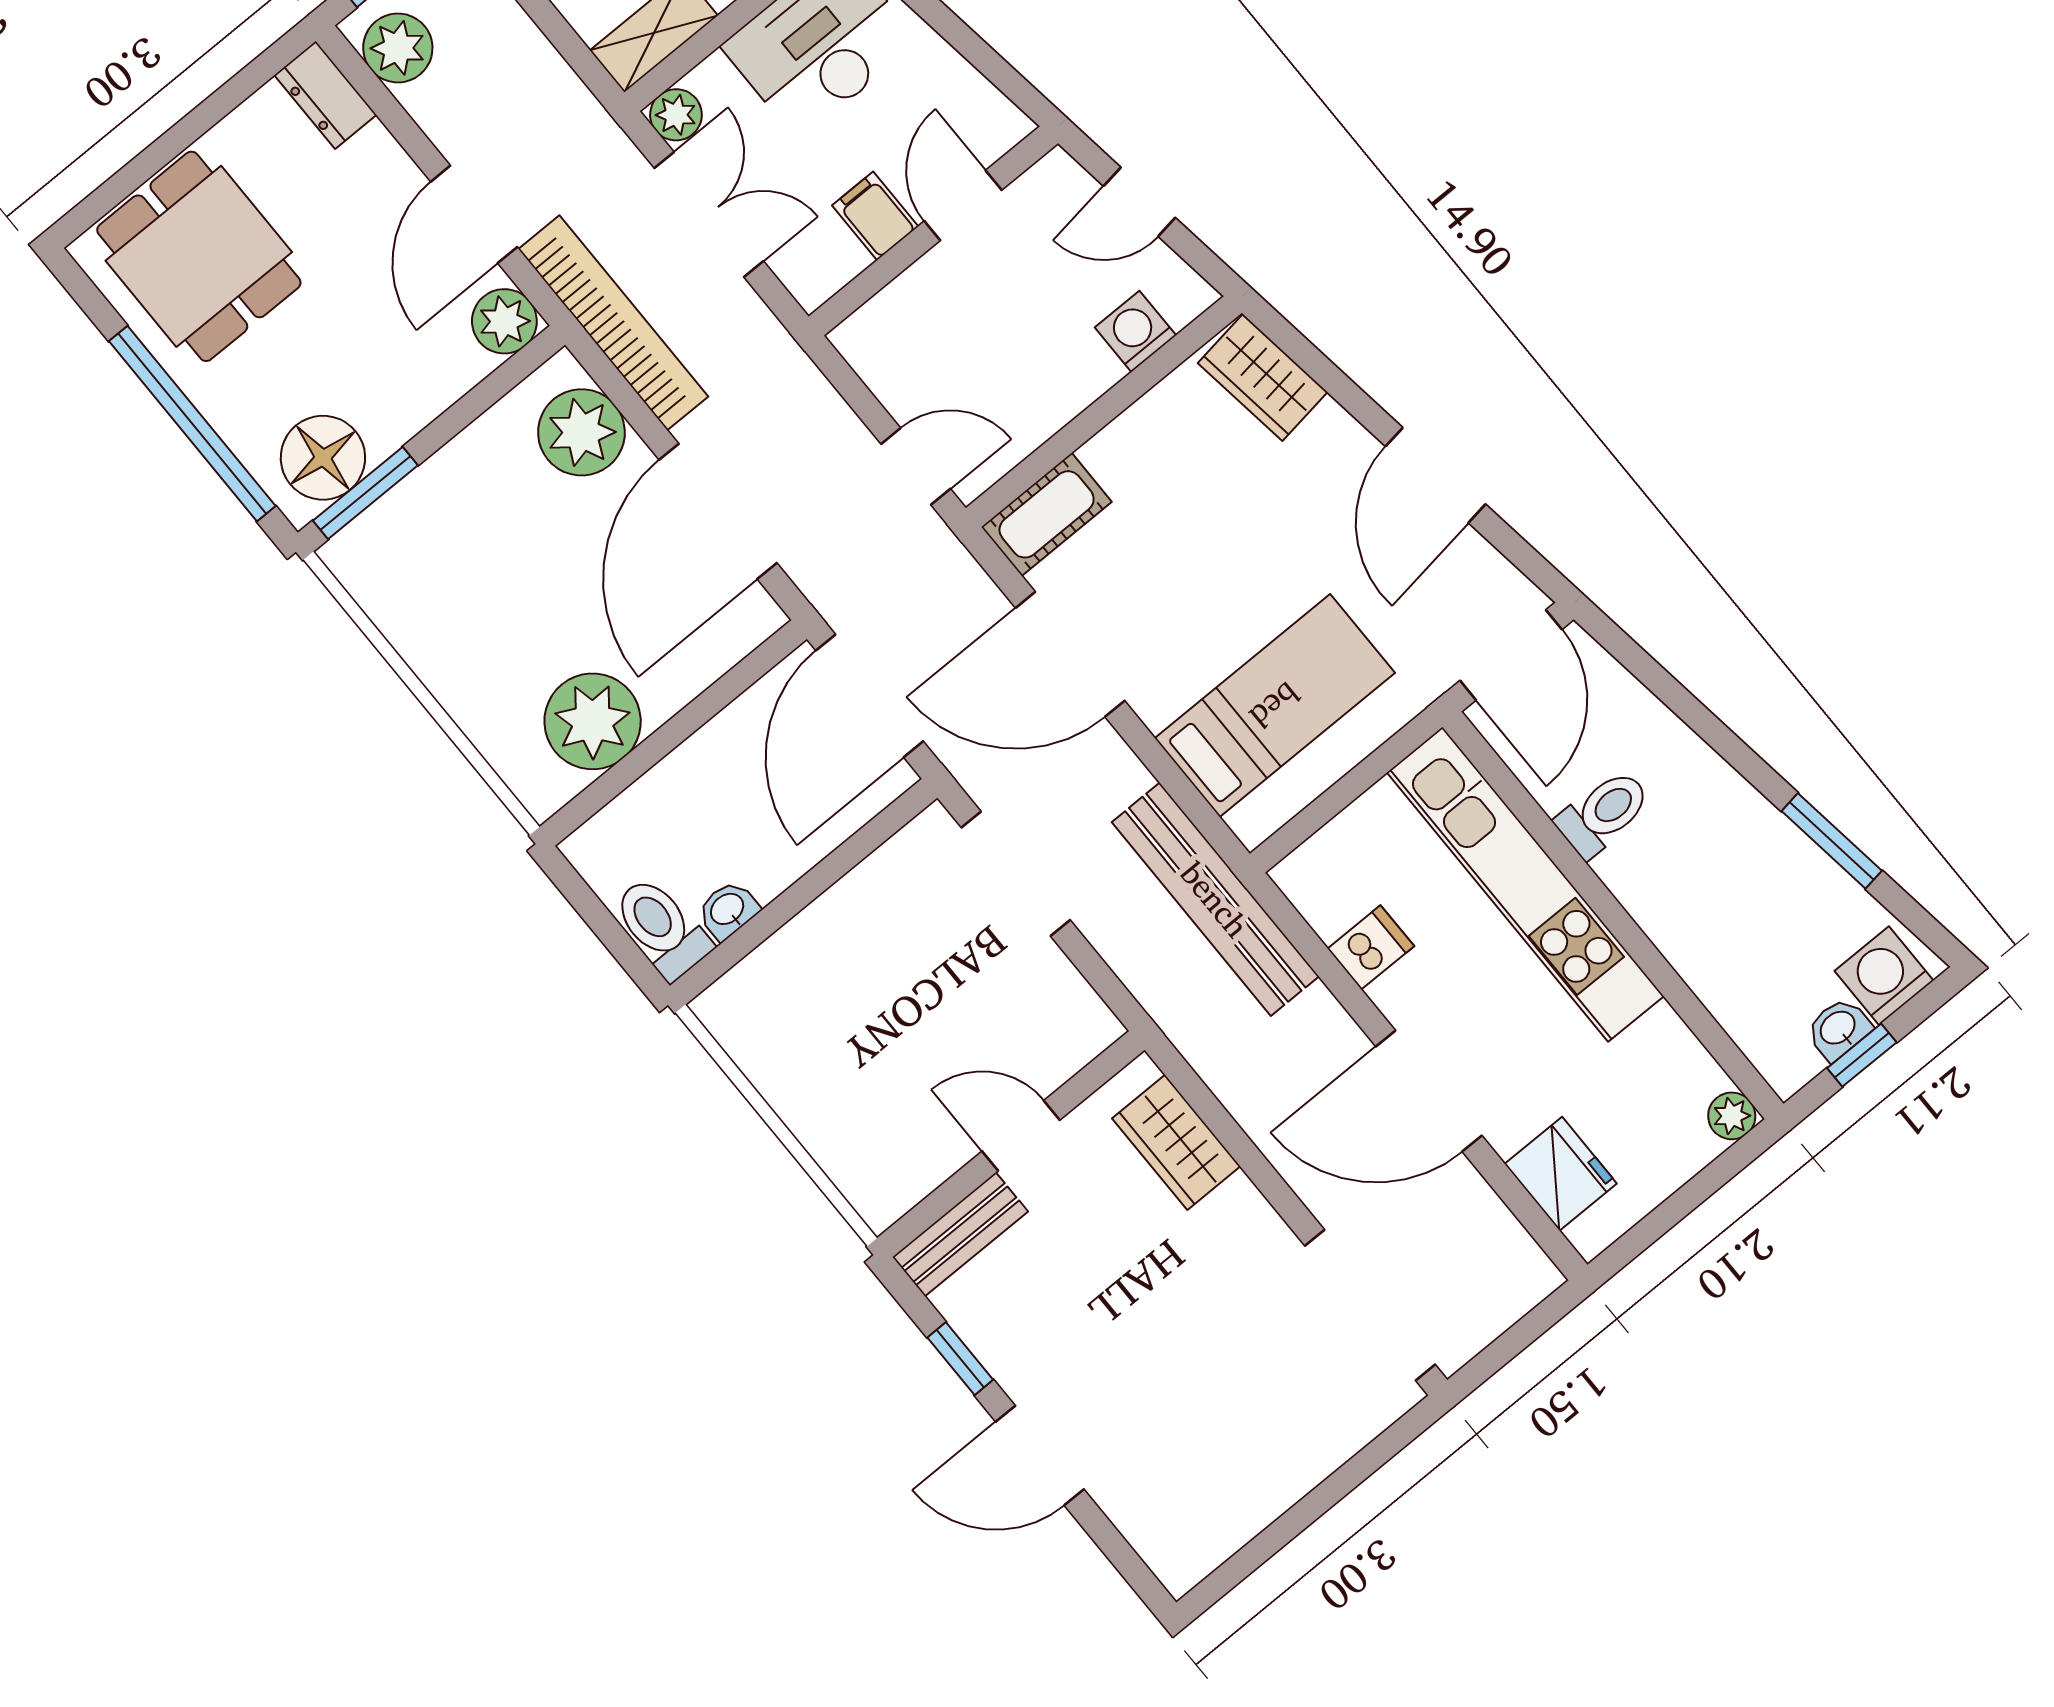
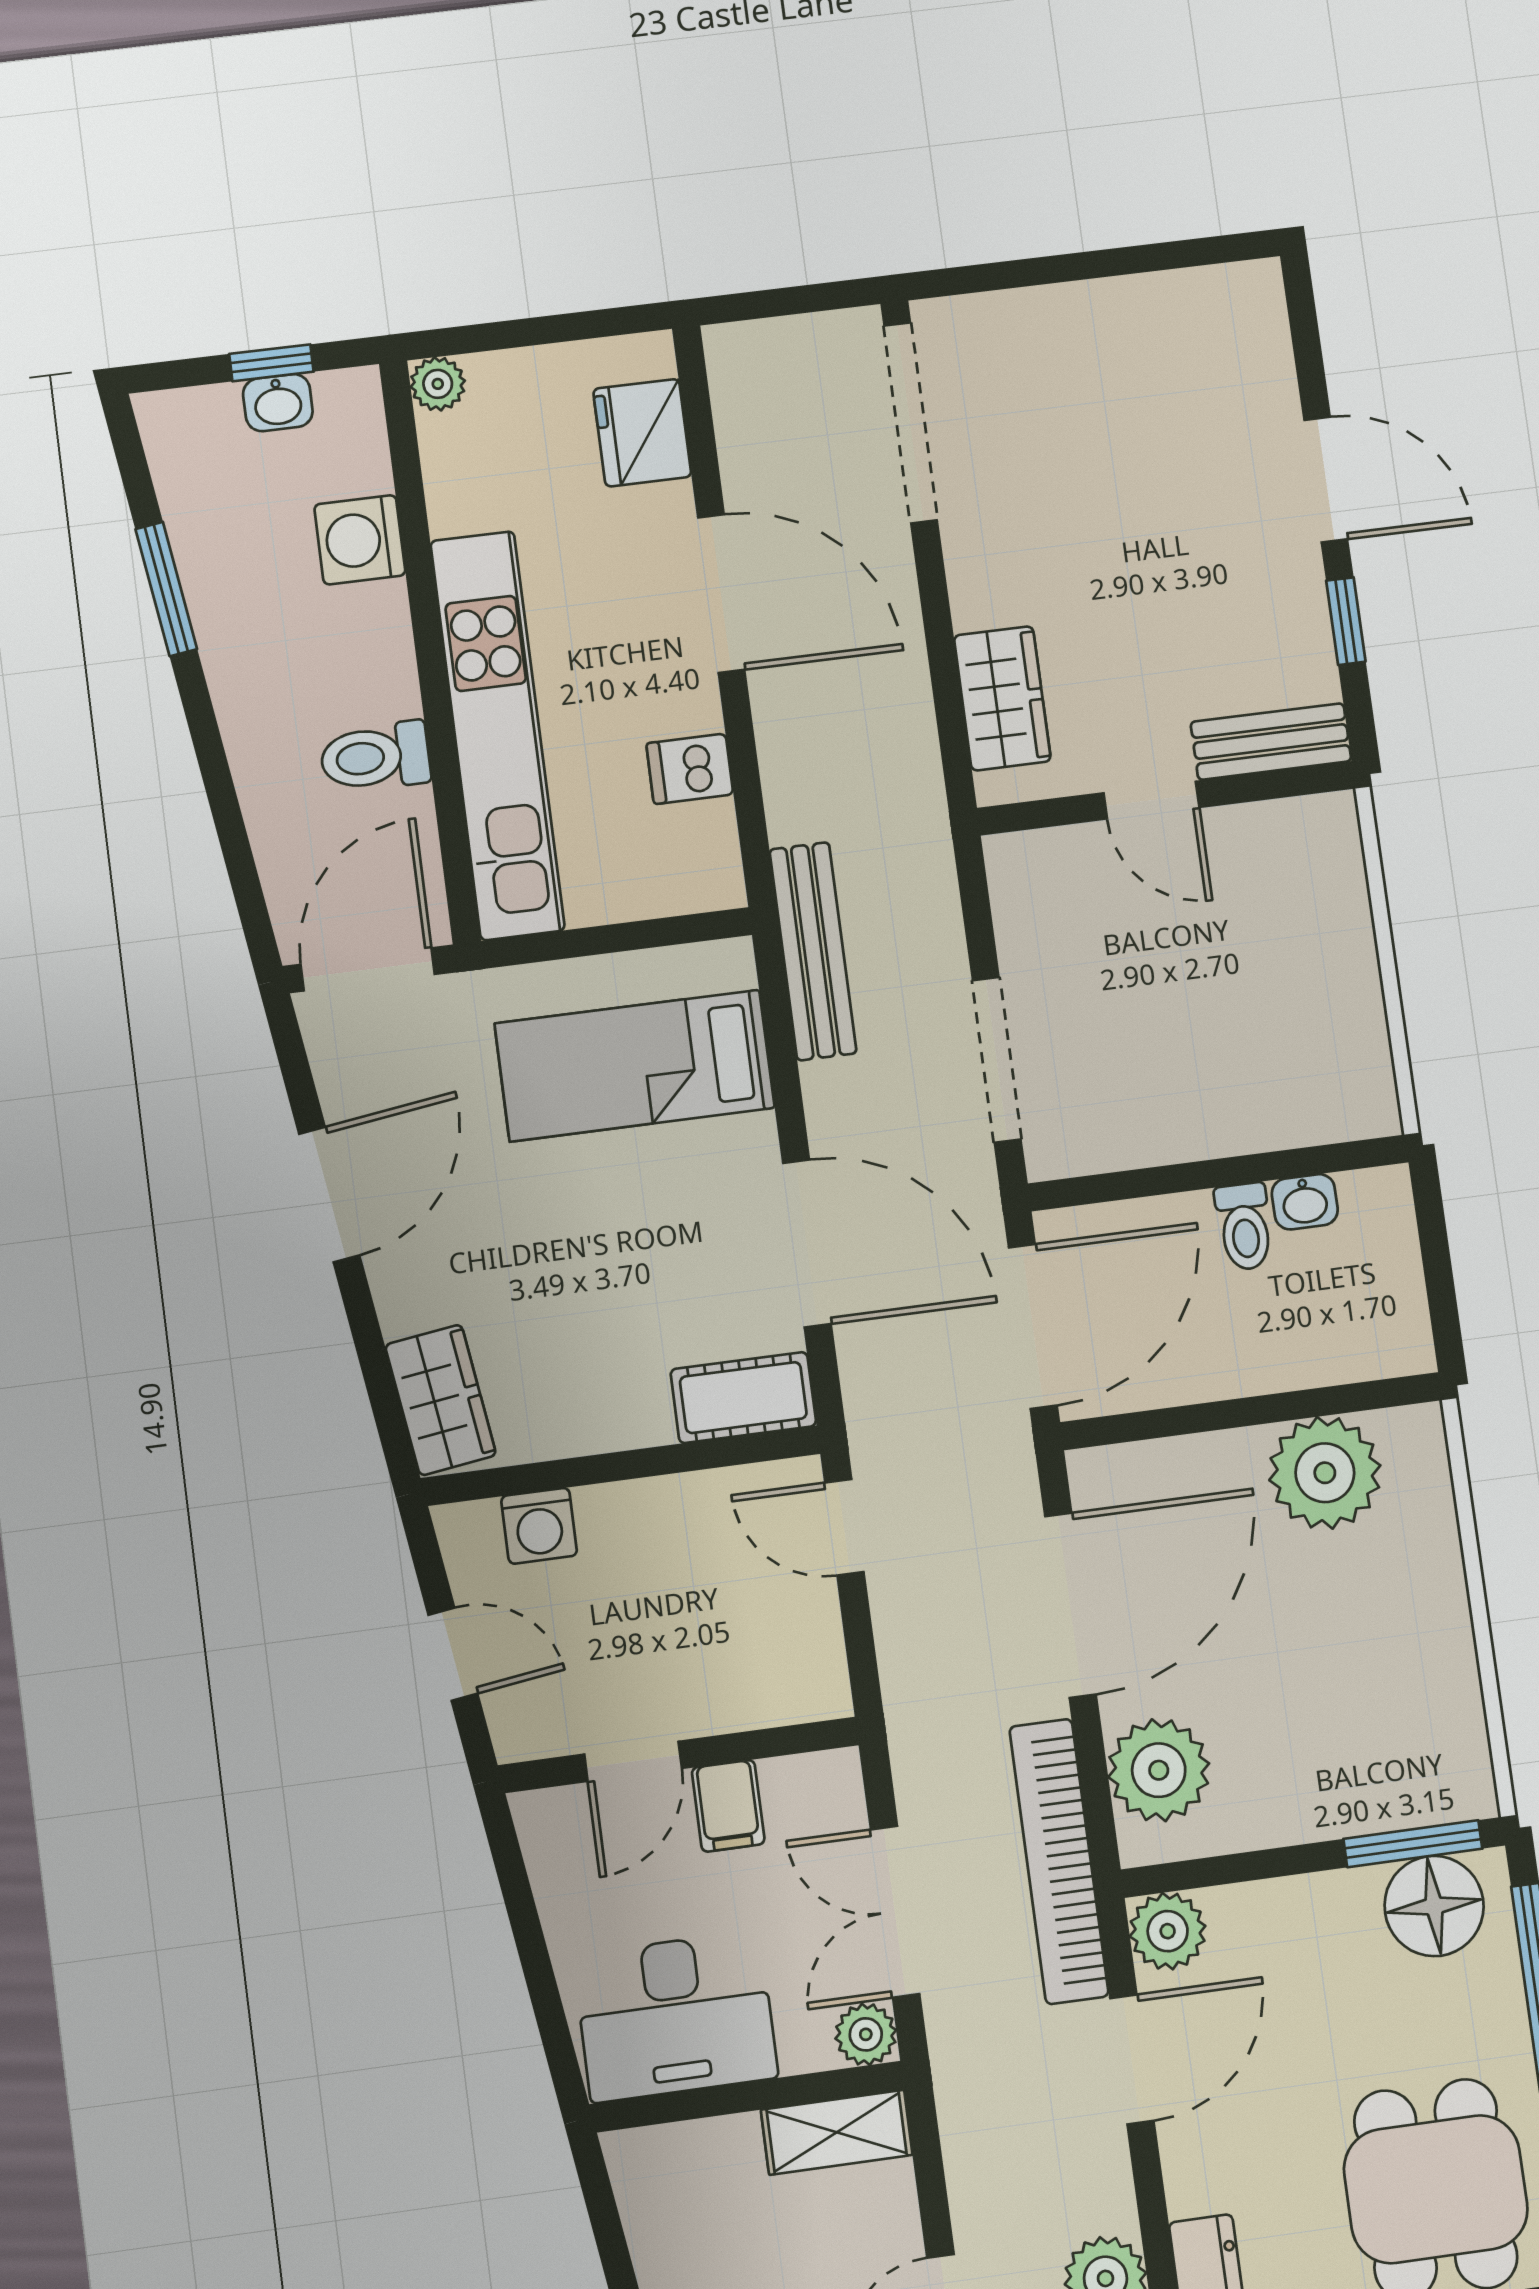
bench: (1215, 899) -> (813, 951), width x0.73, depth x0.82
toilet: (662, 928) -> (1244, 1227), moved, width x0.73, depth x0.72
washing machine: (1884, 976) -> (360, 540), moved, turned 90

